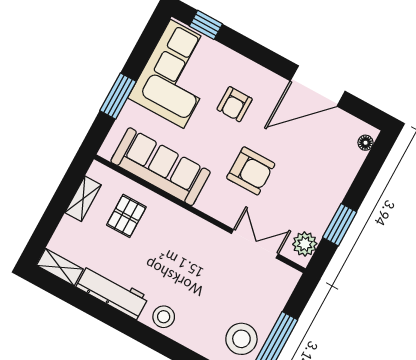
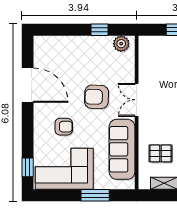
floor lamp: (366, 143) -> (45, 41), removed
armchair: (251, 171) -> (97, 97), turned -88
window: (340, 225) -> (99, 30), width x0.67
double door: (255, 244) -> (137, 100), moved

